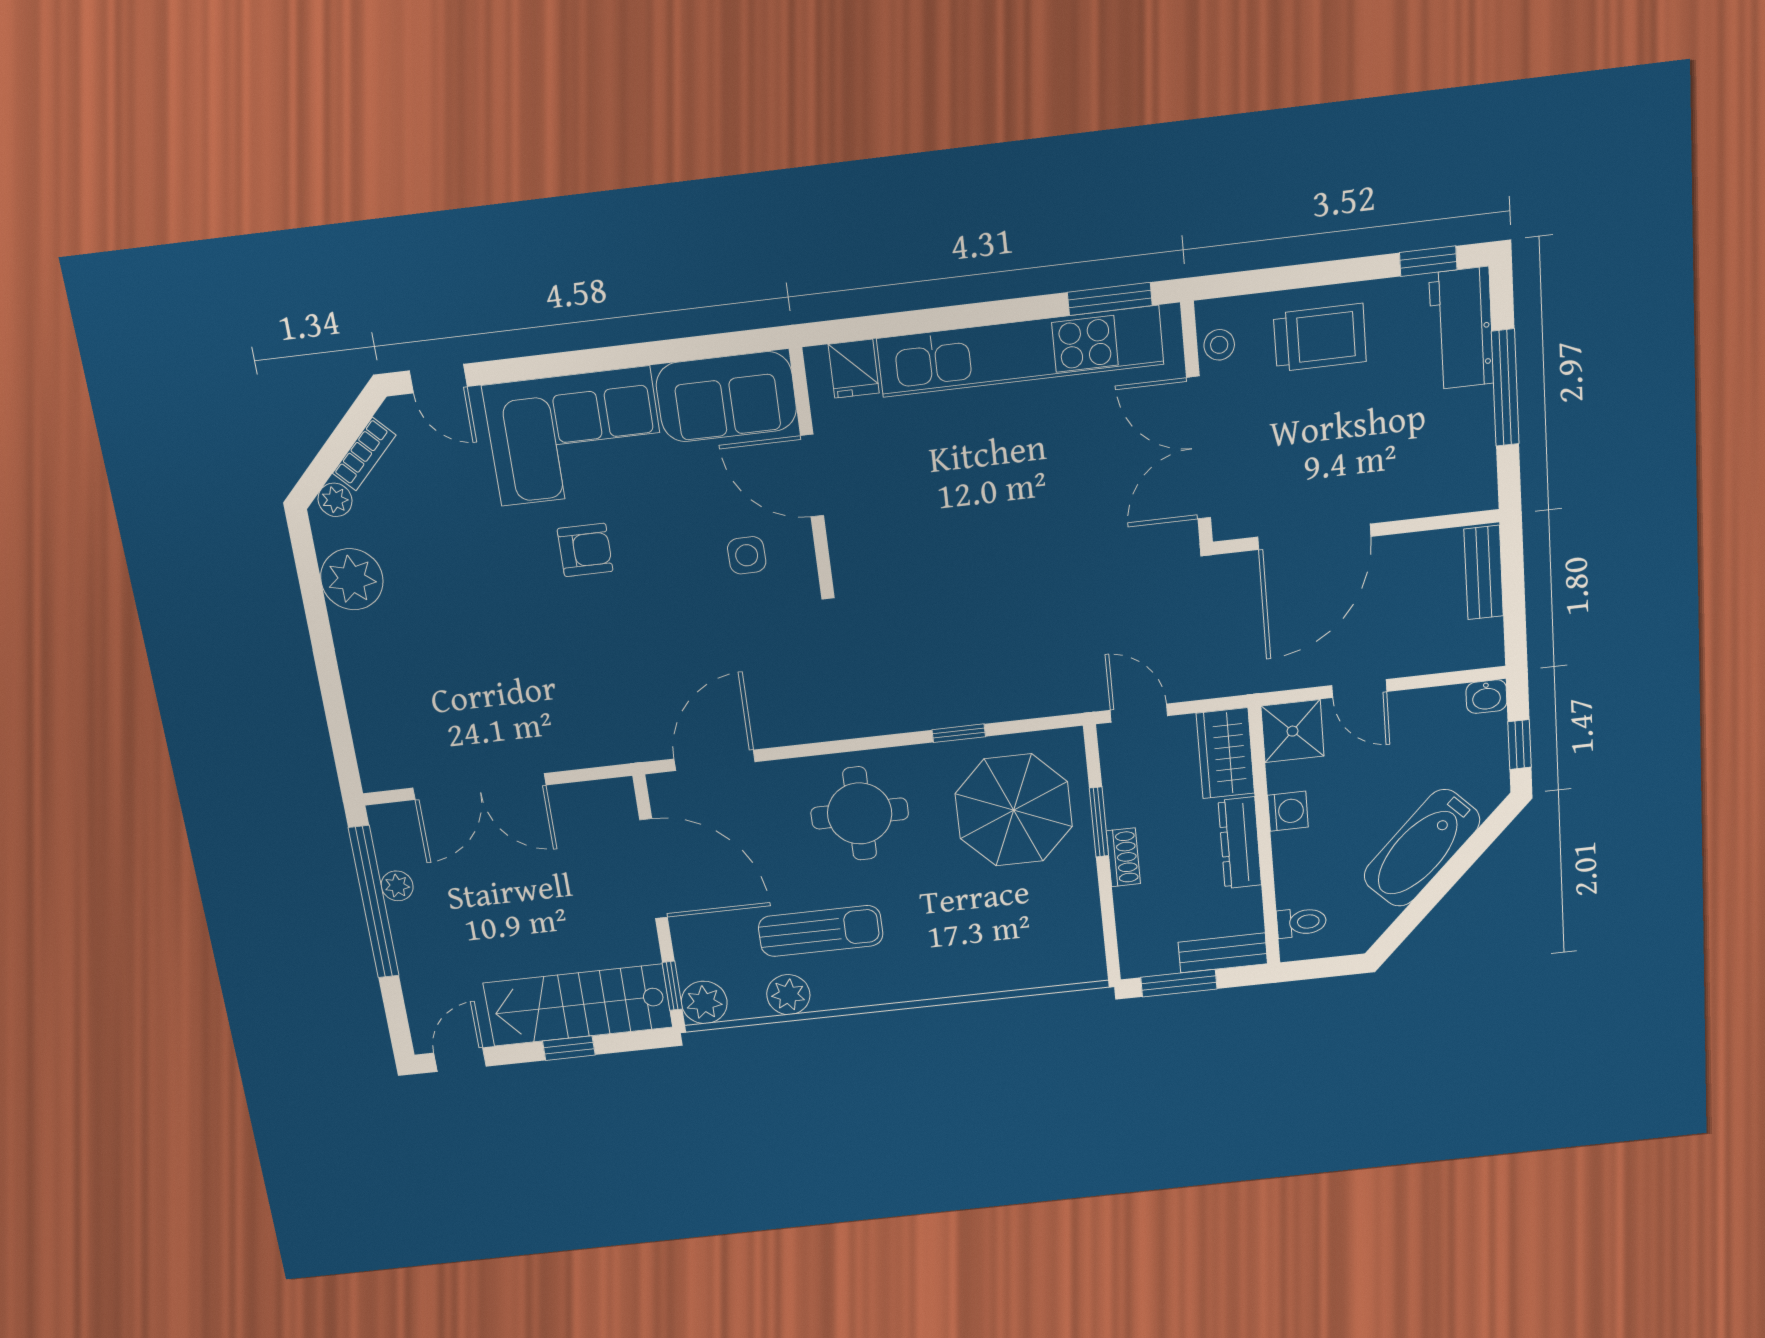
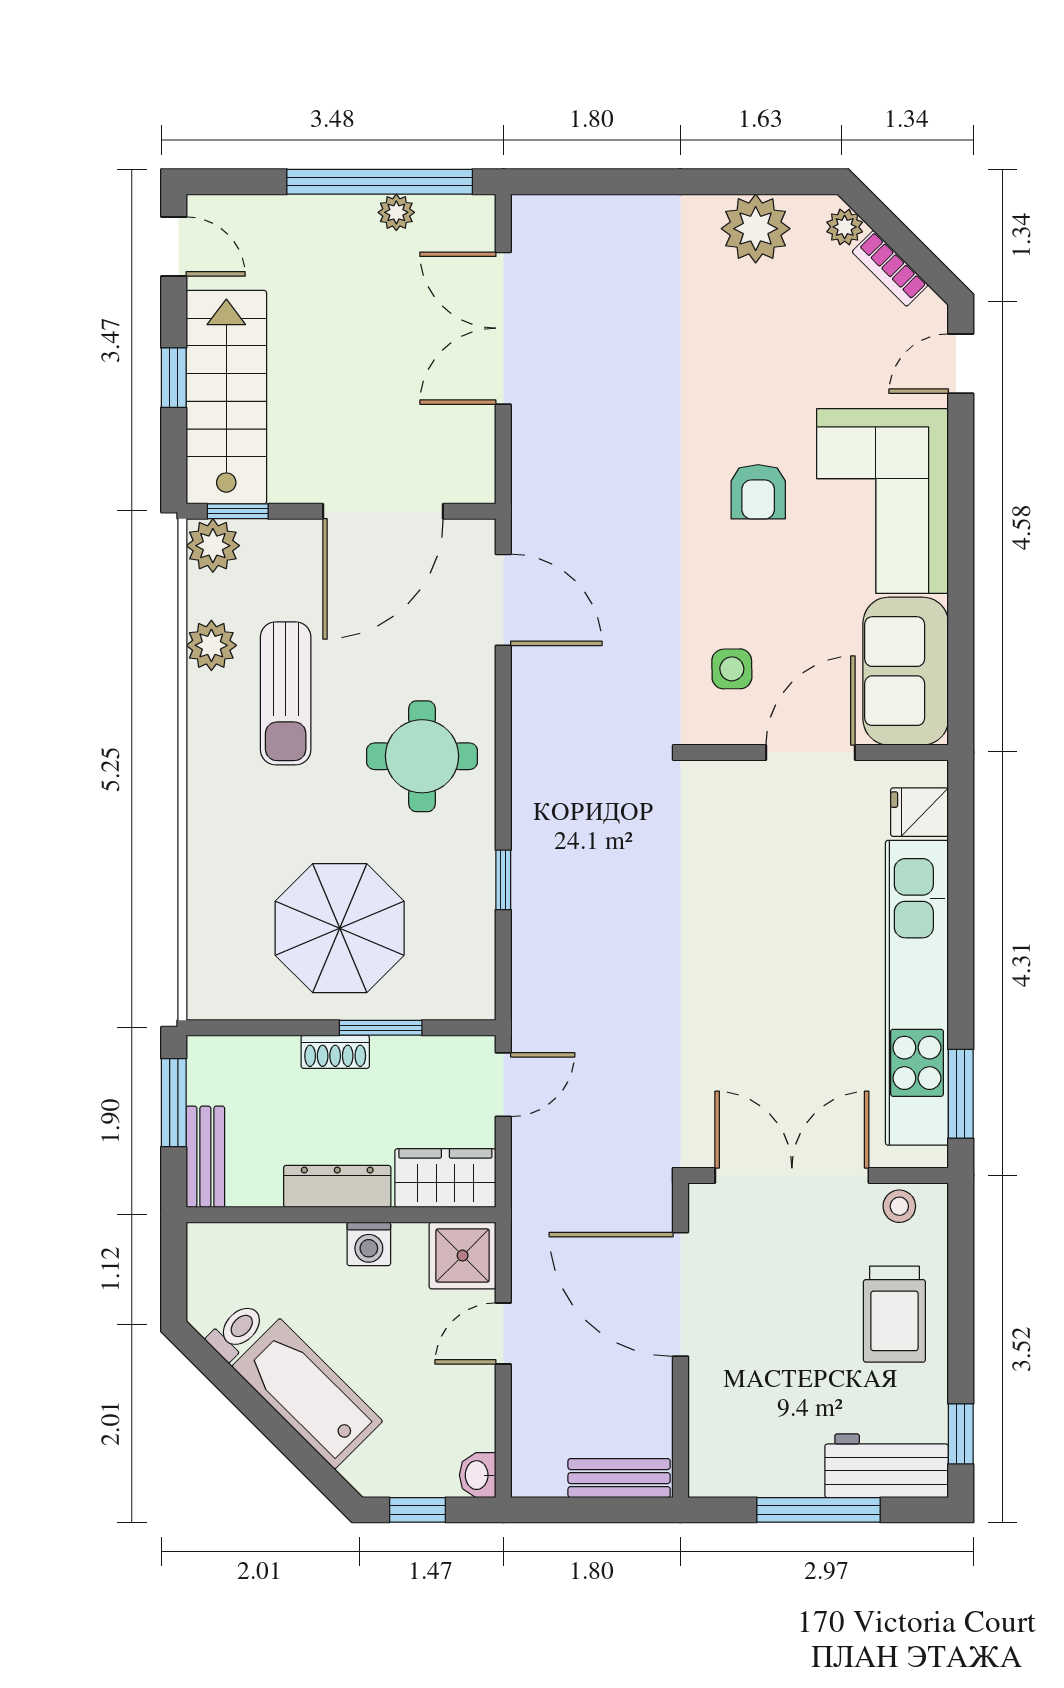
parasol: (1014, 810) -> (340, 928), moved
toilet: (1301, 922) -> (236, 1332), moved, turned -135

